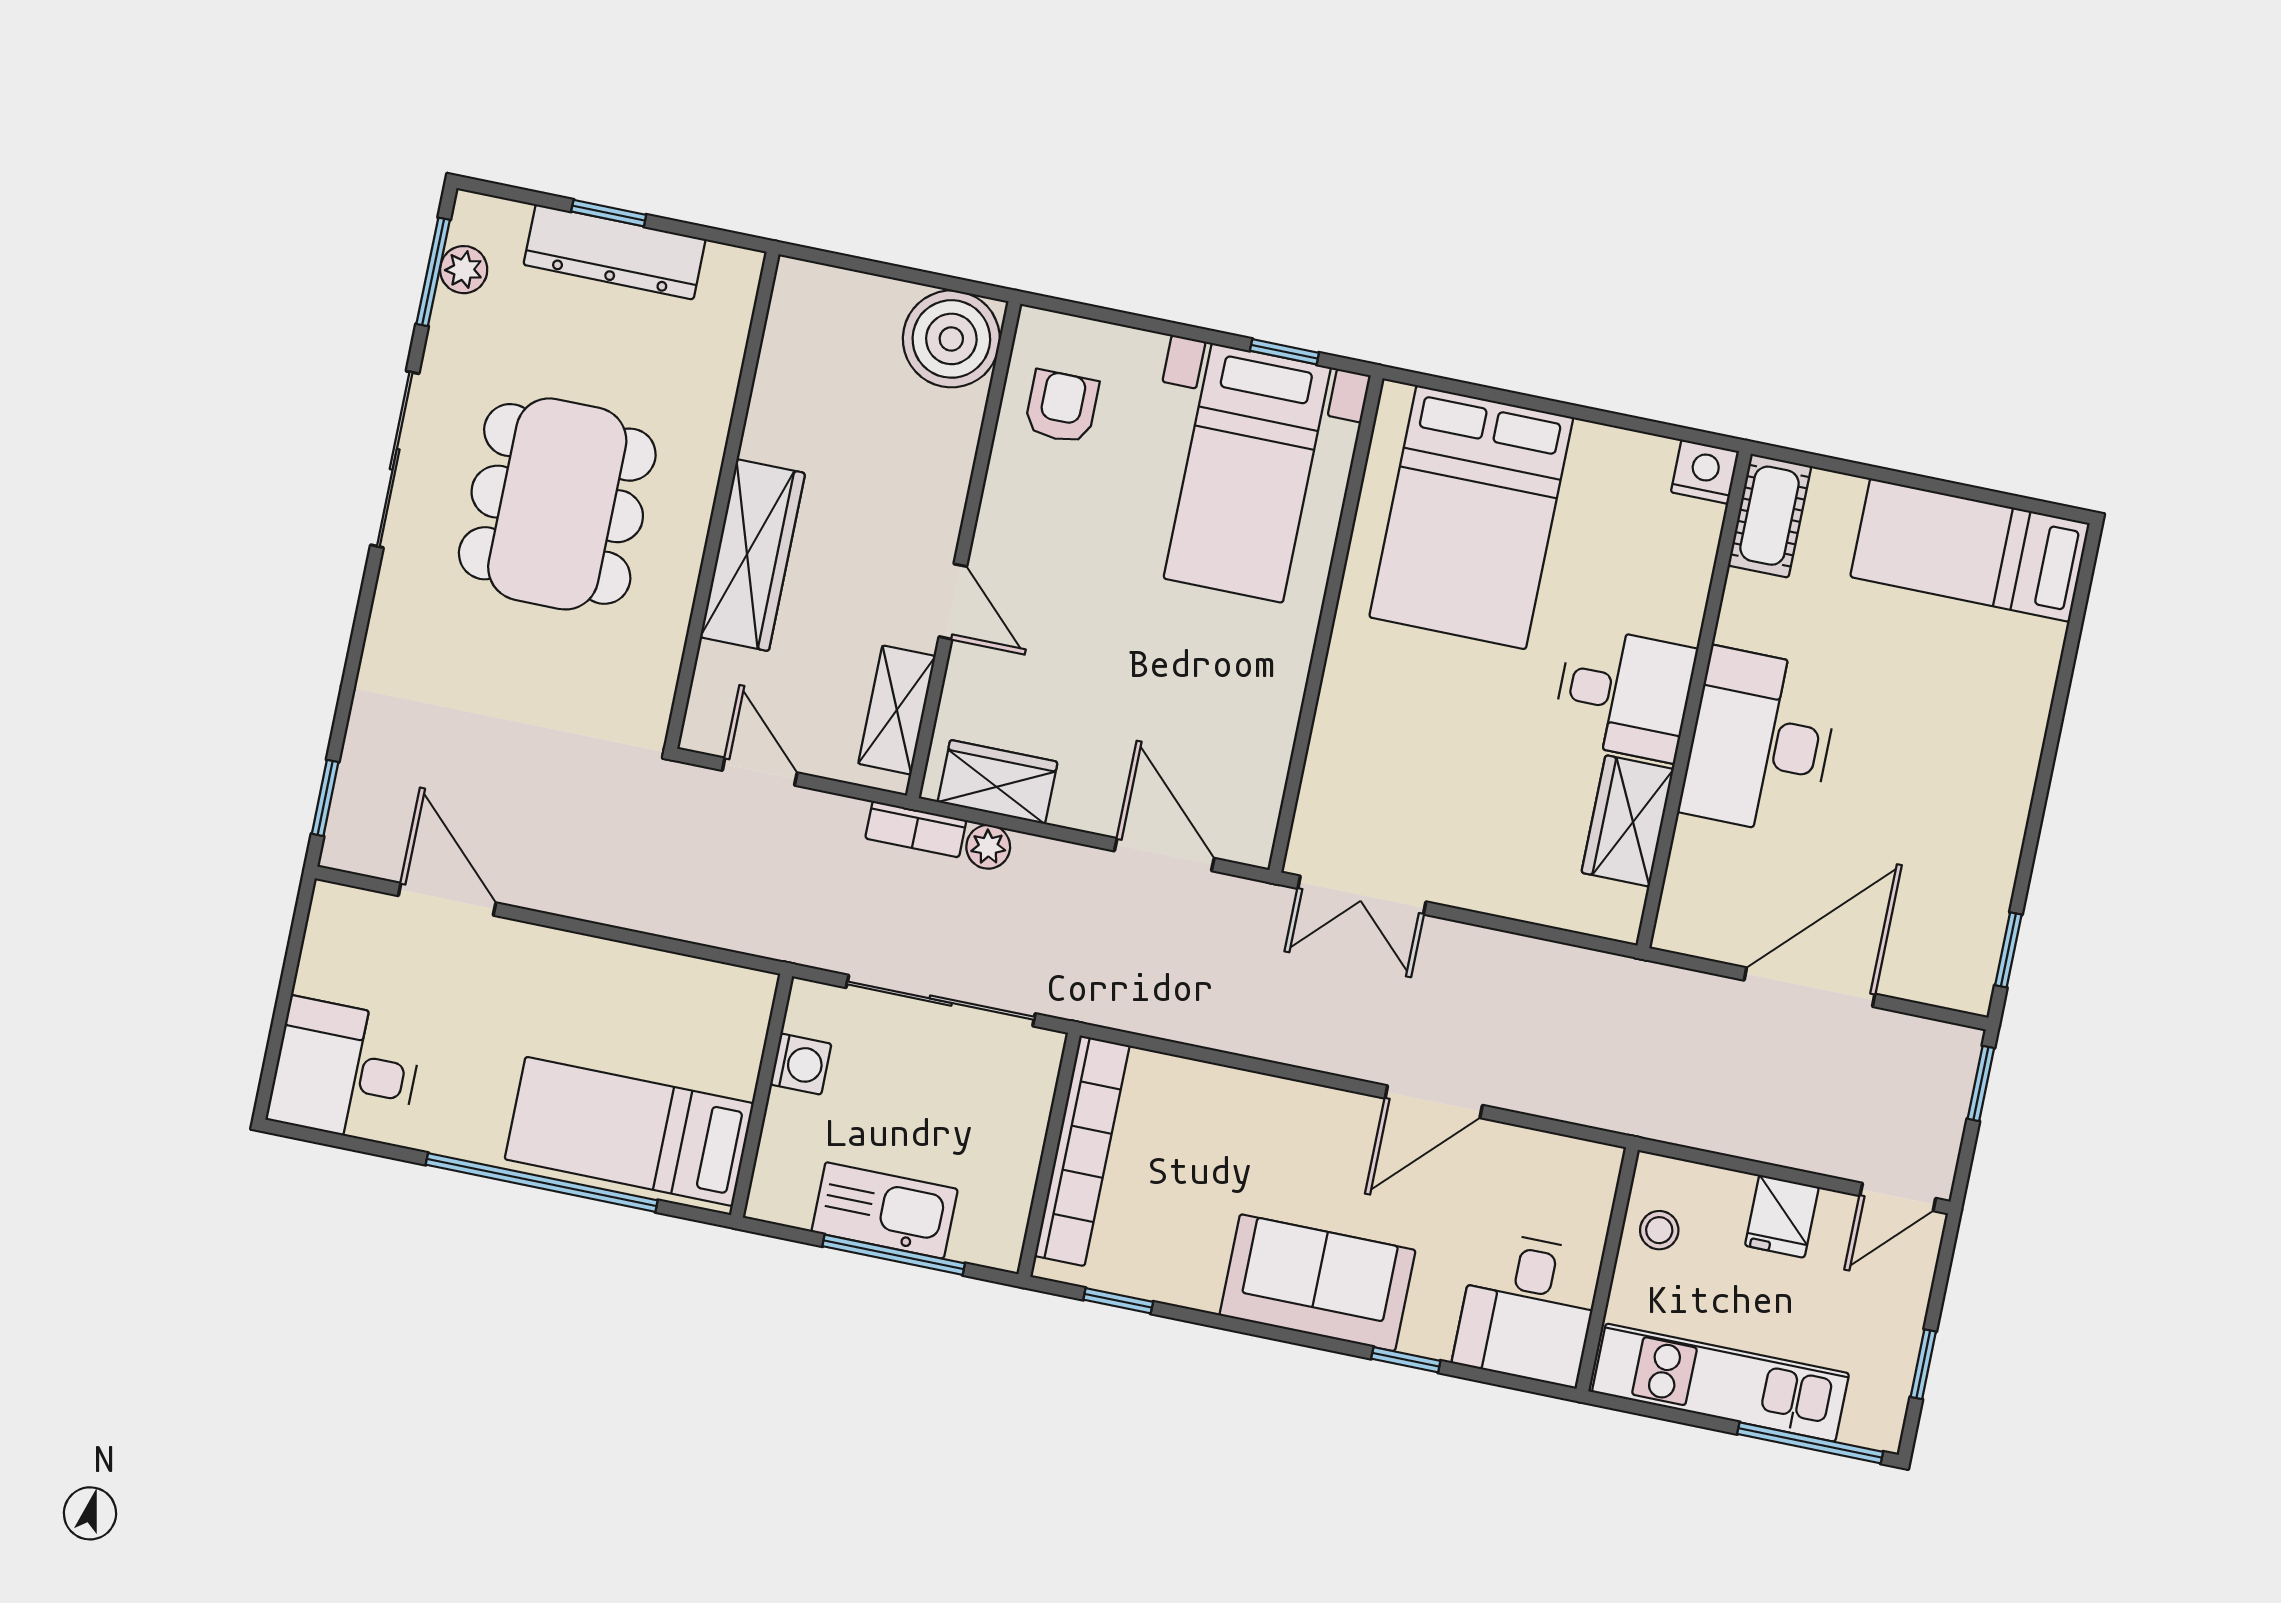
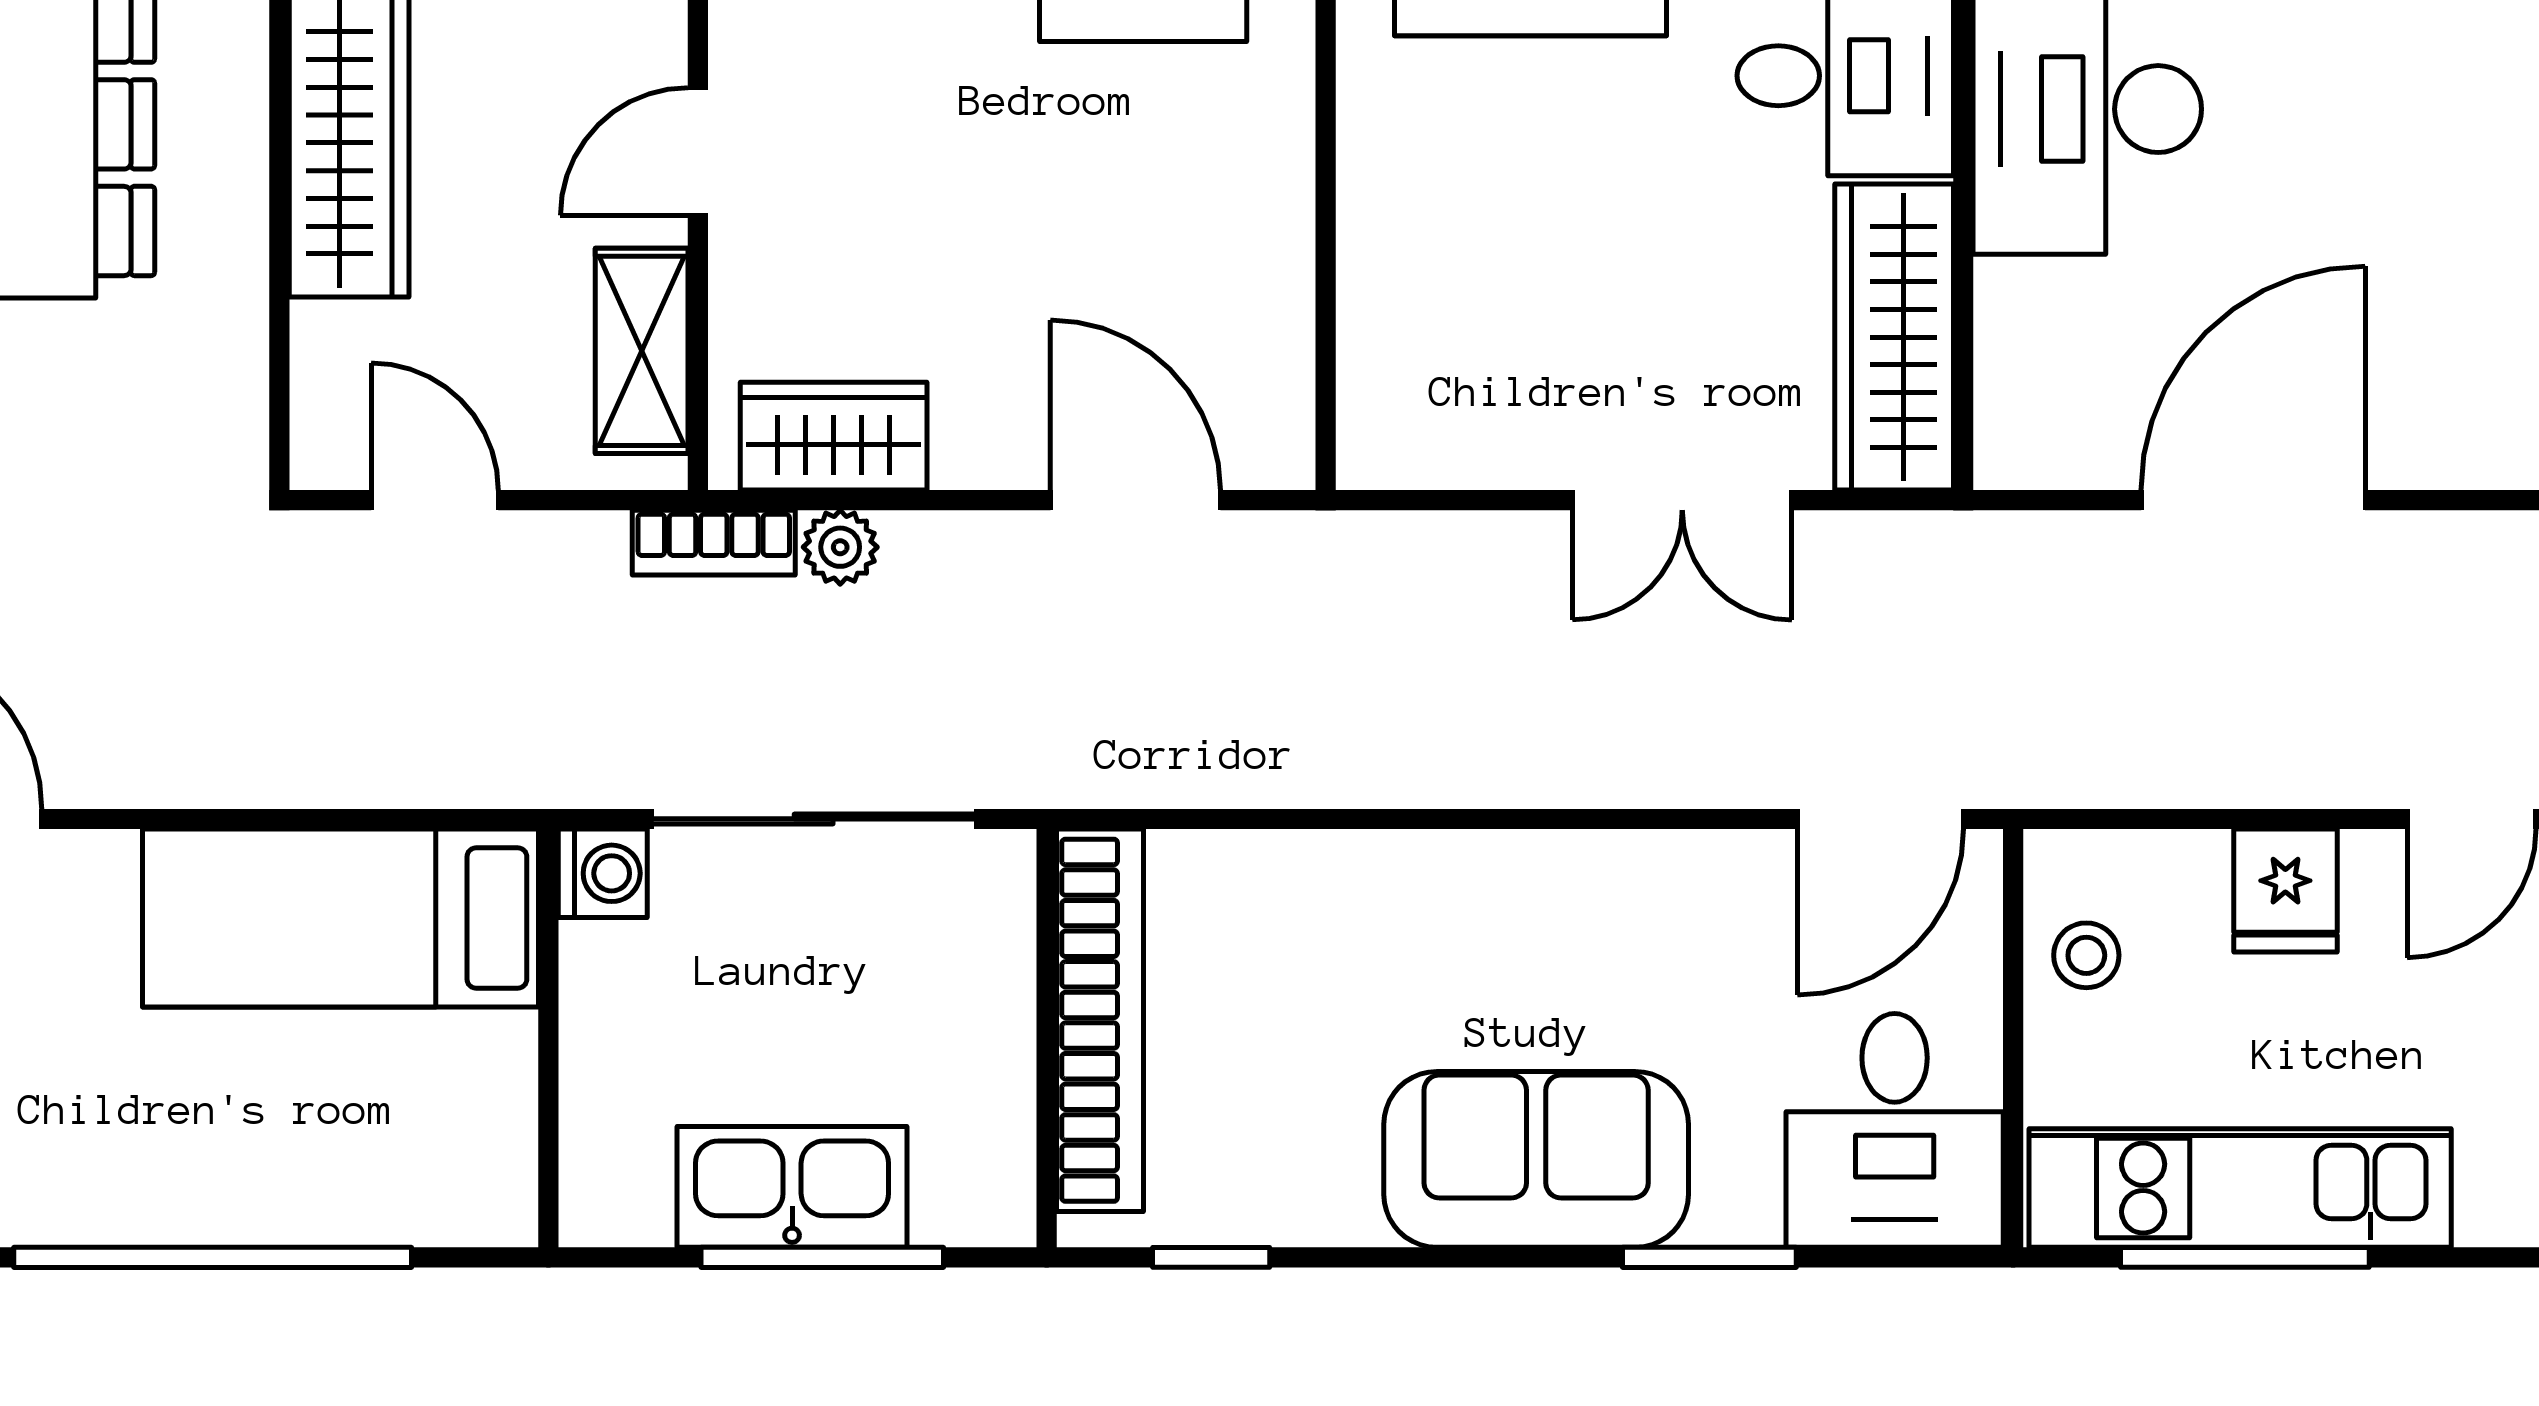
door: (953, 602) -> (698, 152), swing flipped
wardrobe: (1628, 821) -> (1894, 337), width x1.50
double door: (1362, 895) -> (1682, 500), moved
washing machine: (801, 1064) -> (603, 873), moved
door: (1434, 1102) -> (1880, 819), moved
bed: (629, 1131) -> (341, 918), moved
window: (1406, 1360) -> (1709, 1257), width x1.50
window: (1810, 1443) -> (2245, 1257), moved

